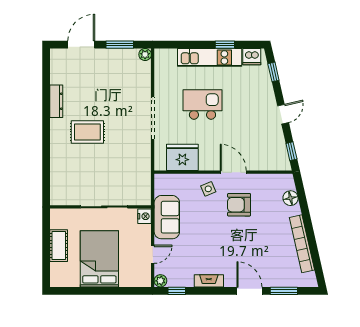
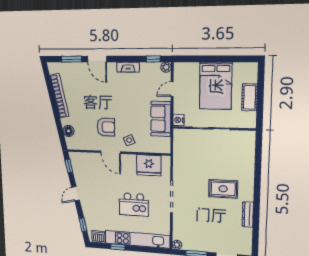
kitchen unit: (210, 57) -> (137, 239), width x1.36

